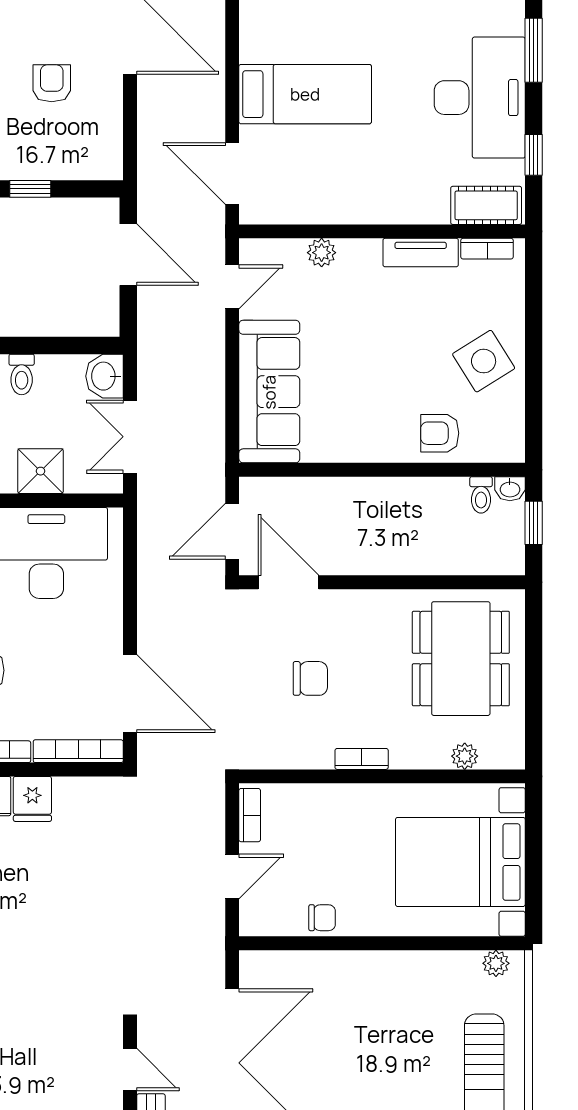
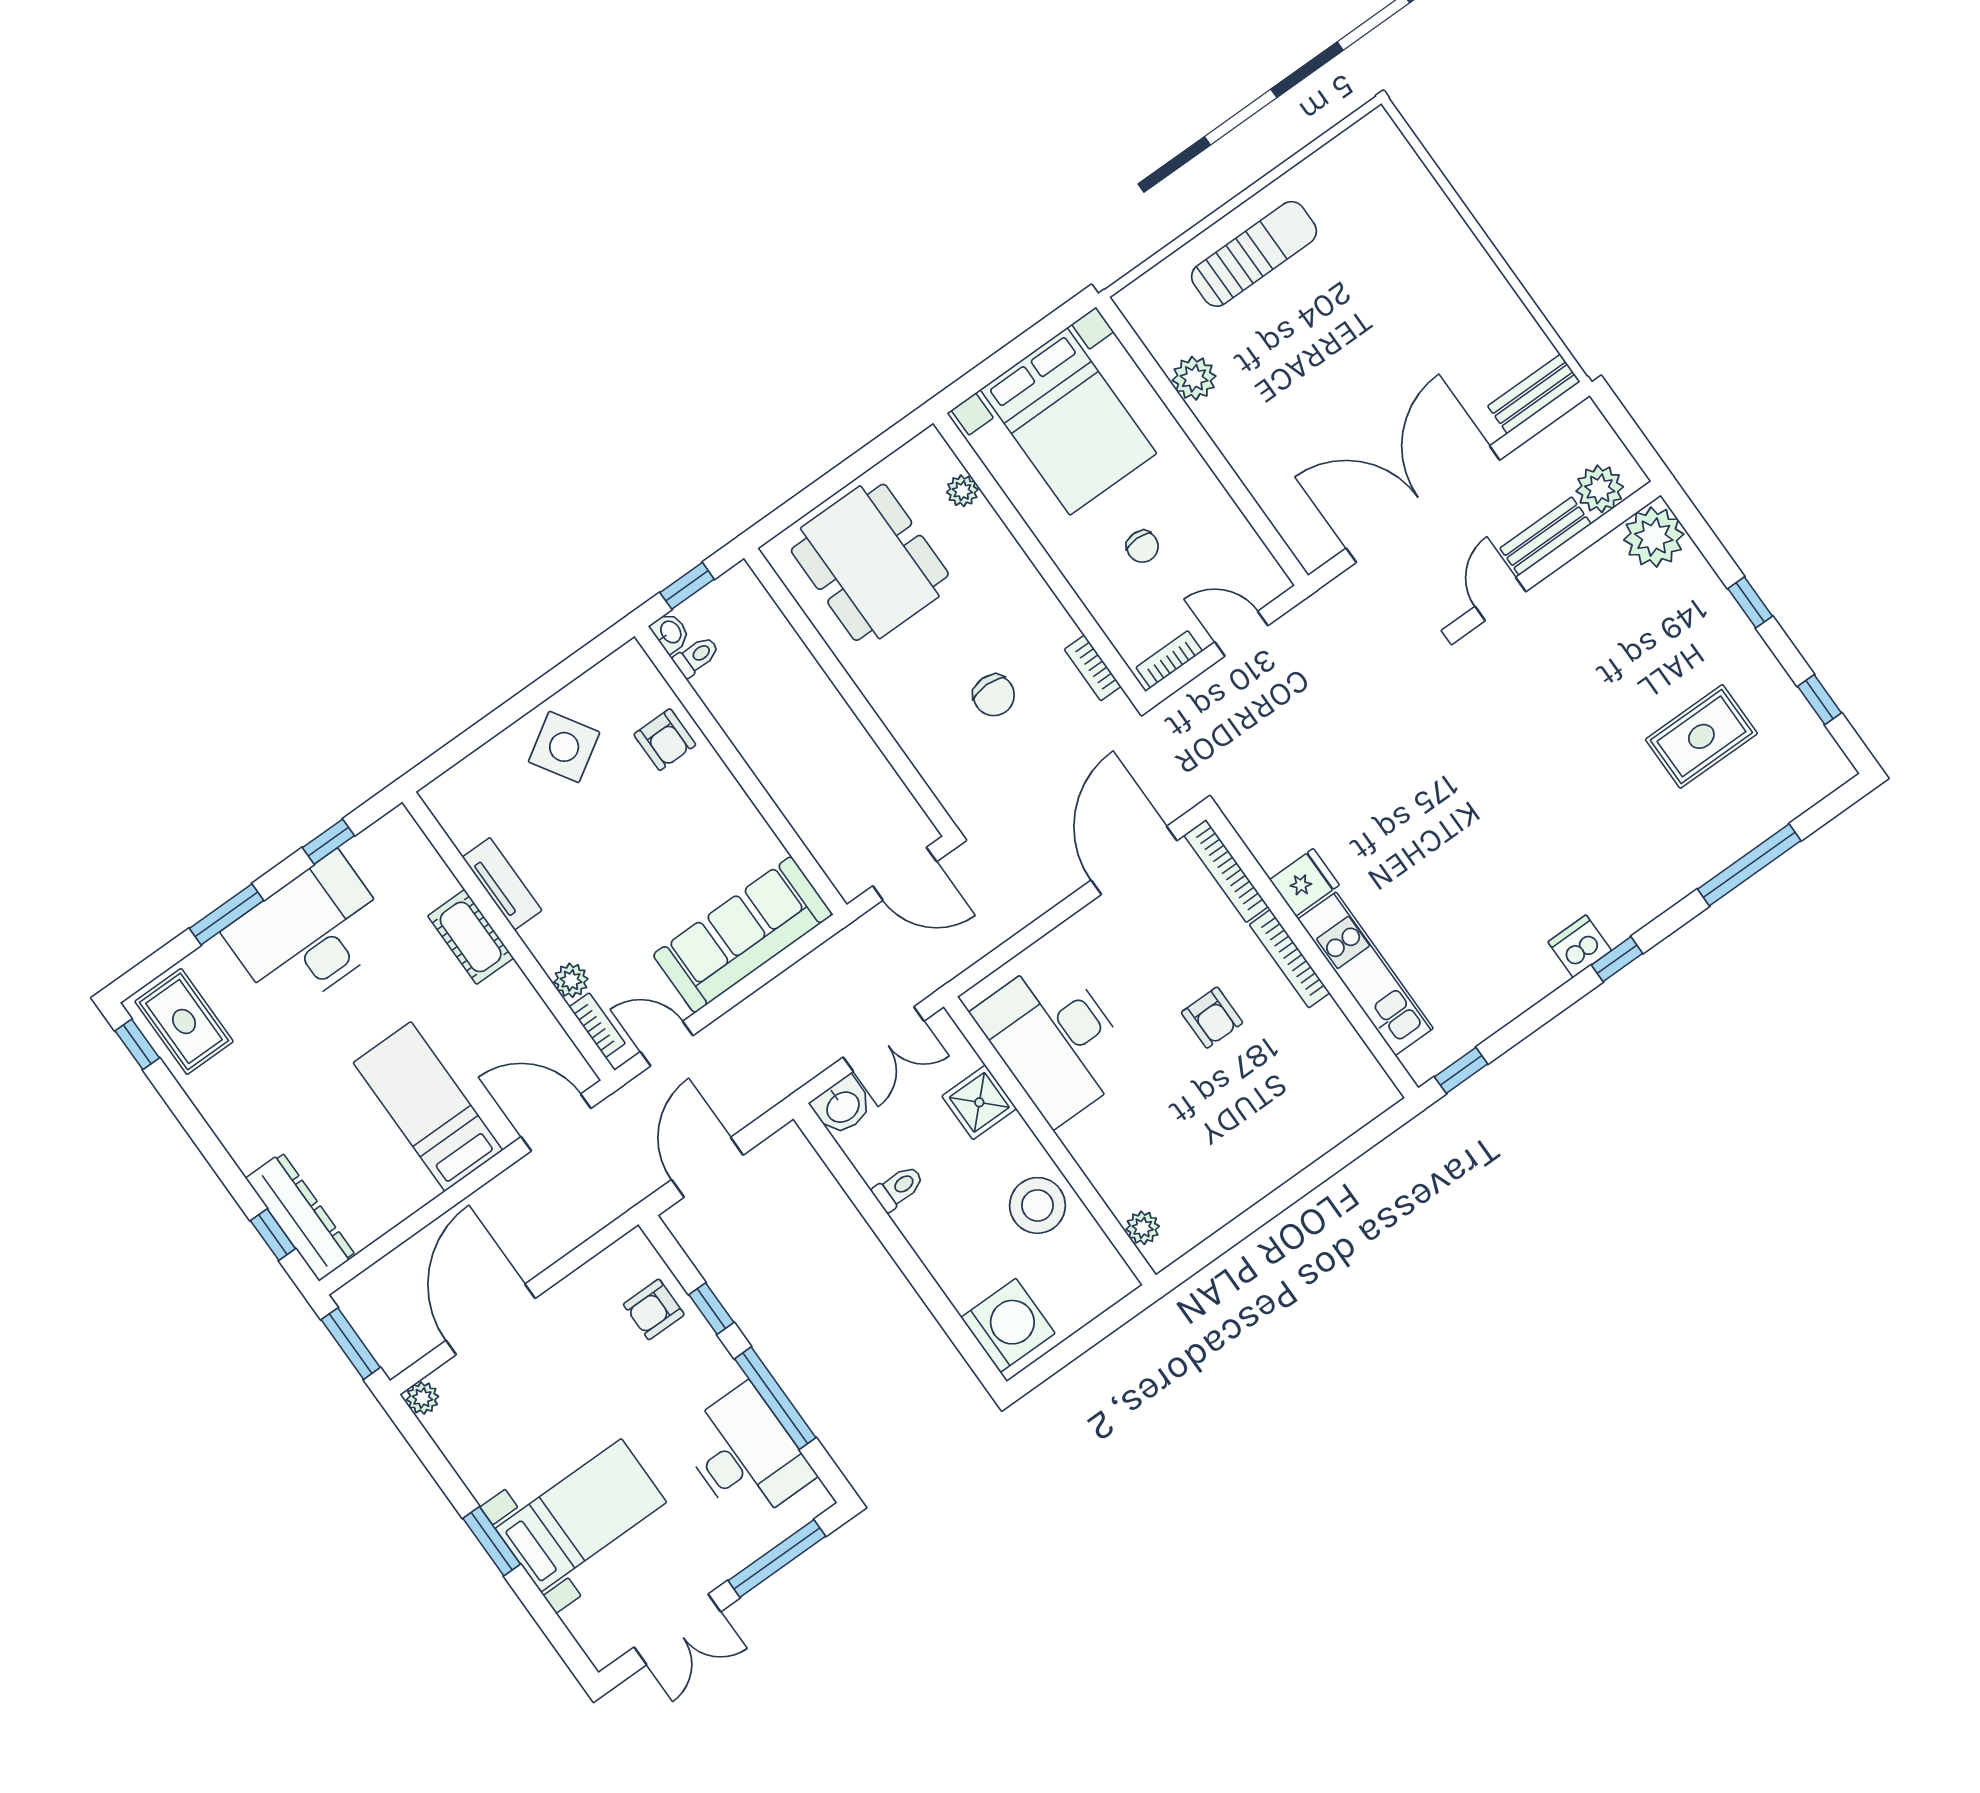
armchair: (52, 83) -> (654, 1309), moved
door: (232, 173) -> (556, 1122), swing flipped
cot: (486, 205) -> (471, 937), moved
bookcase: (487, 249) -> (597, 1025), moved
door: (288, 582) -> (915, 784), removed
dining table: (461, 659) -> (870, 562), turned 90
chair: (310, 678) -> (994, 695), turned 180
bookcase: (362, 759) -> (1093, 668), moved
chair: (322, 918) -> (1142, 547), moved, turned 180
plant: (496, 963) -> (1194, 378), moved, width x1.38, depth x1.38

